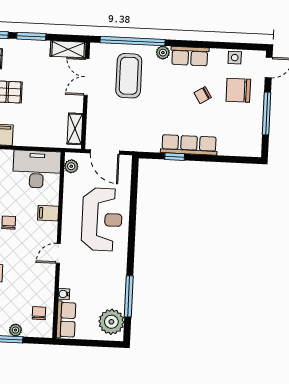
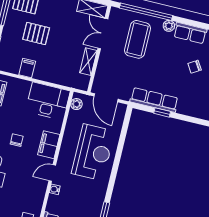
shelving: (75, 129) -> (88, 62), moved
row of seats: (189, 145) -> (154, 100), moved
filing cabinet: (48, 213) -> (49, 145), width x2.00
water cooler: (64, 294) -> (55, 189), moved

